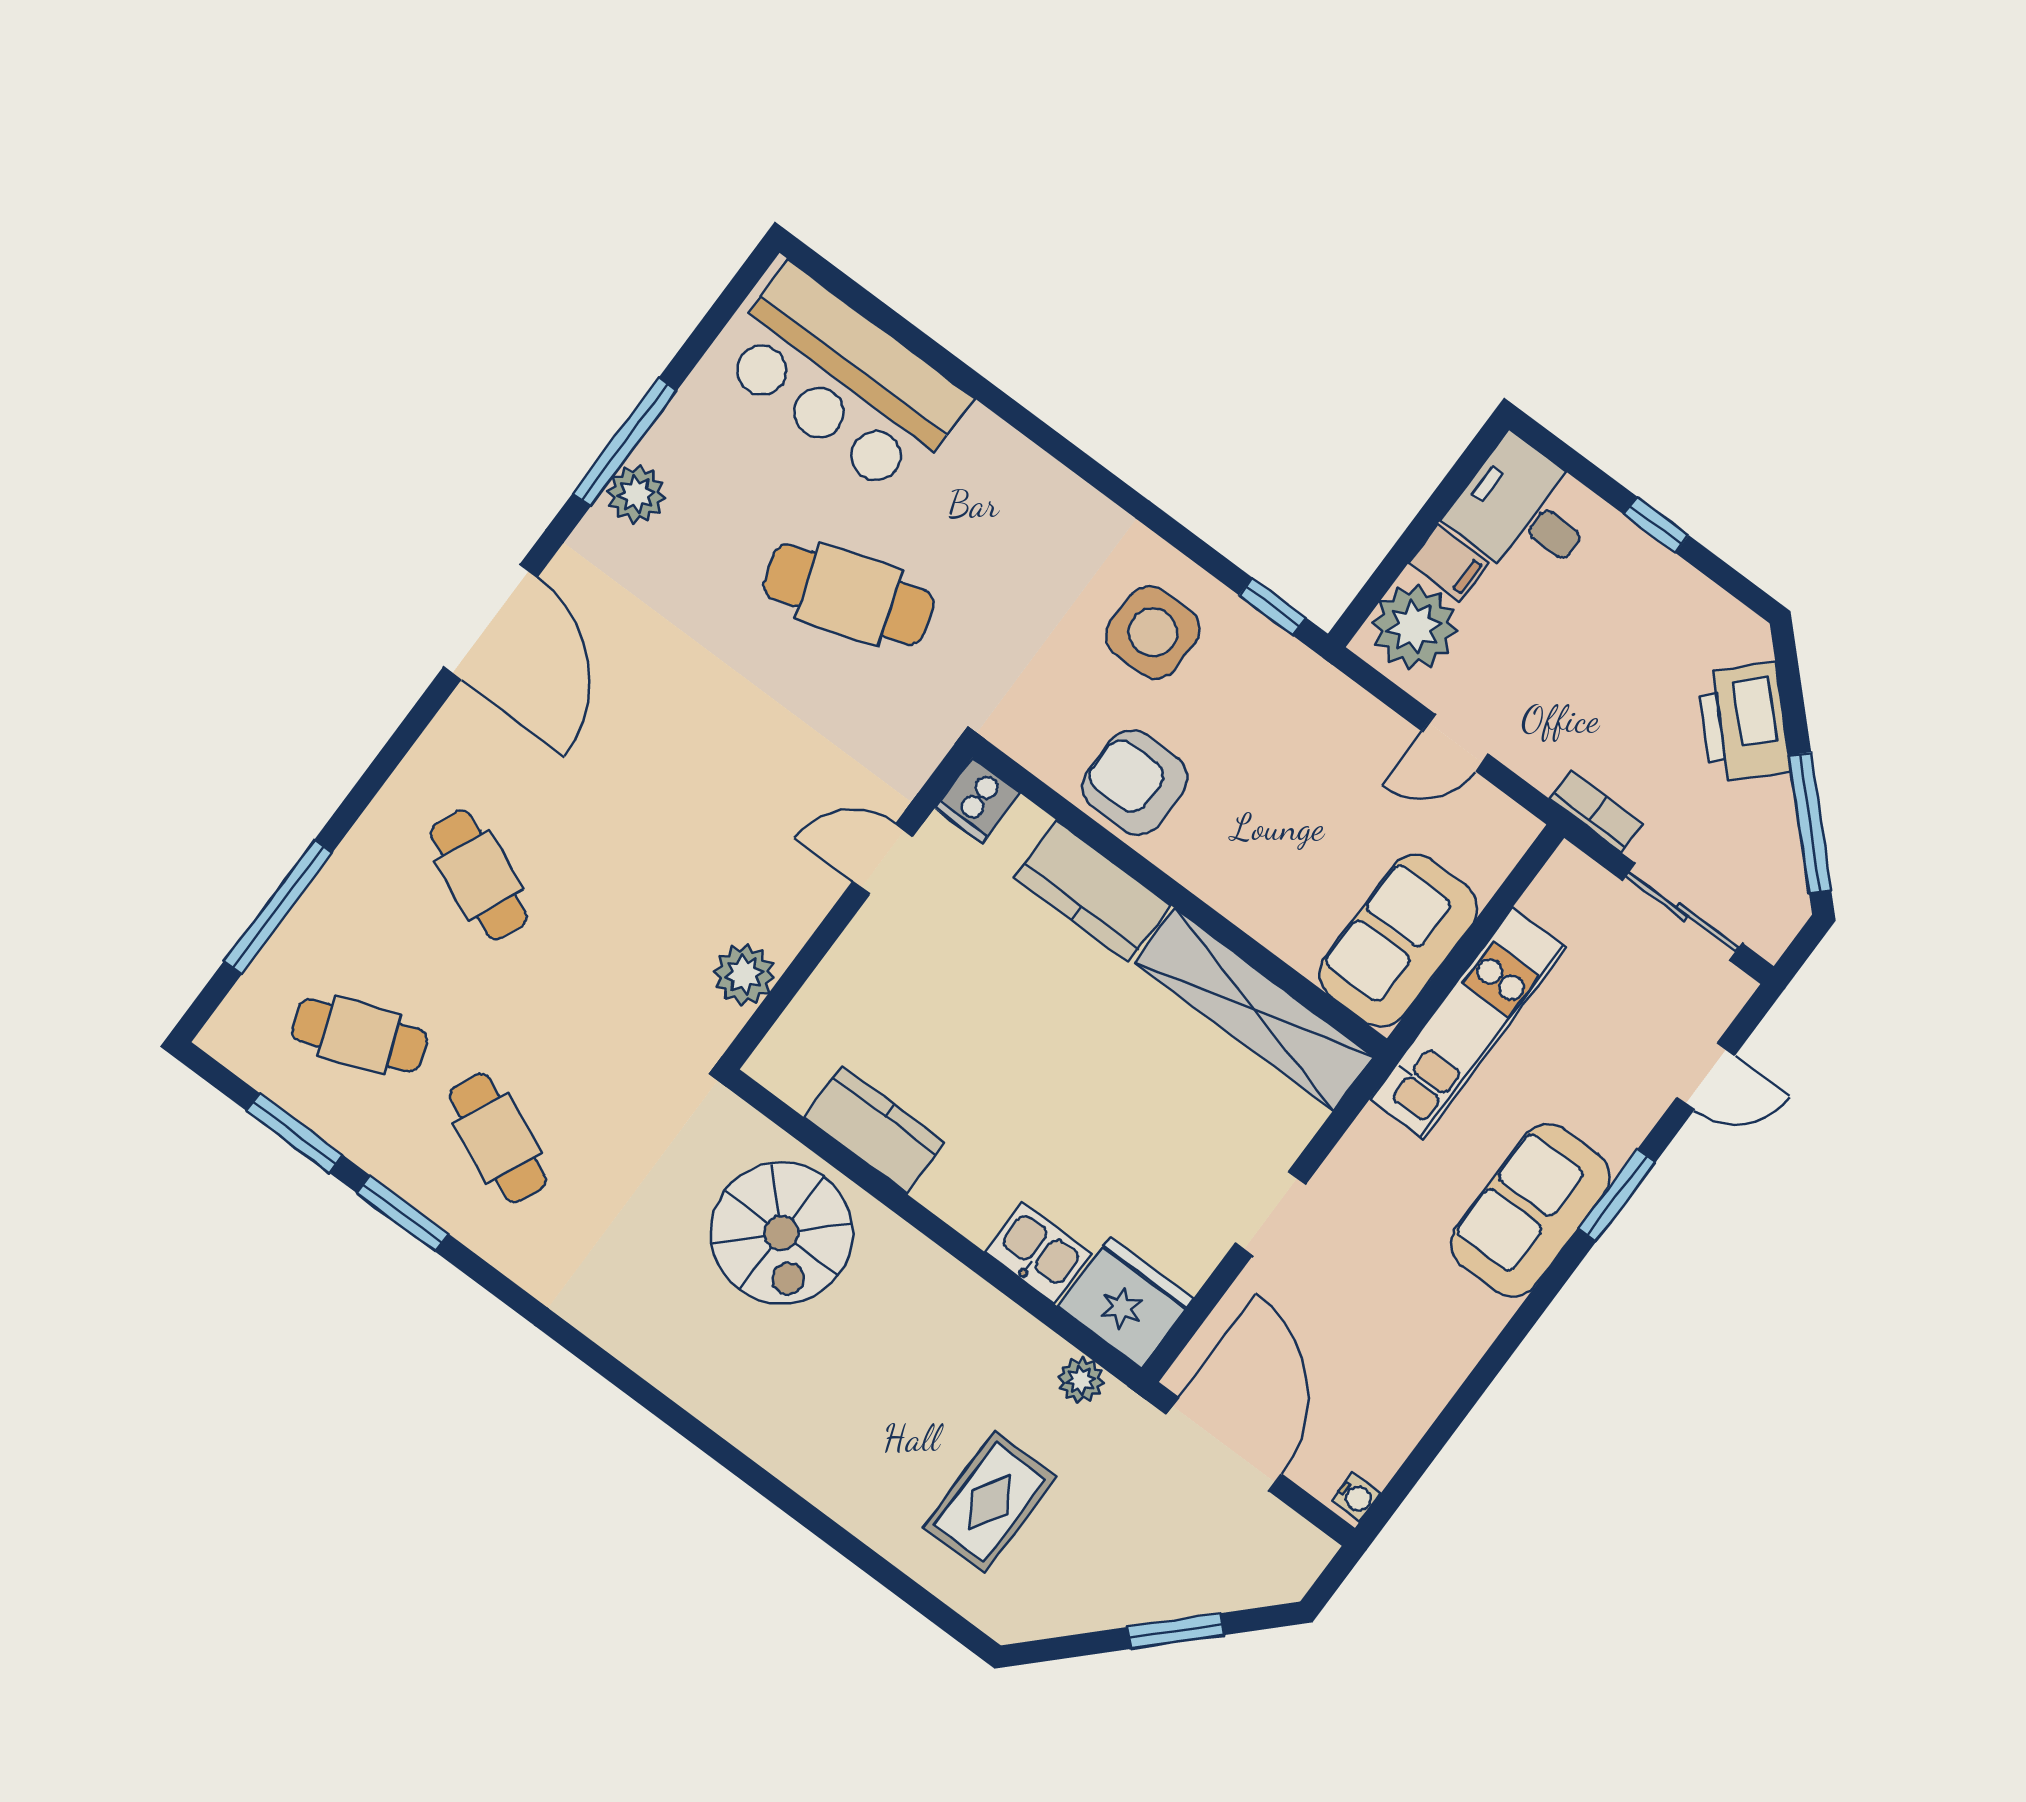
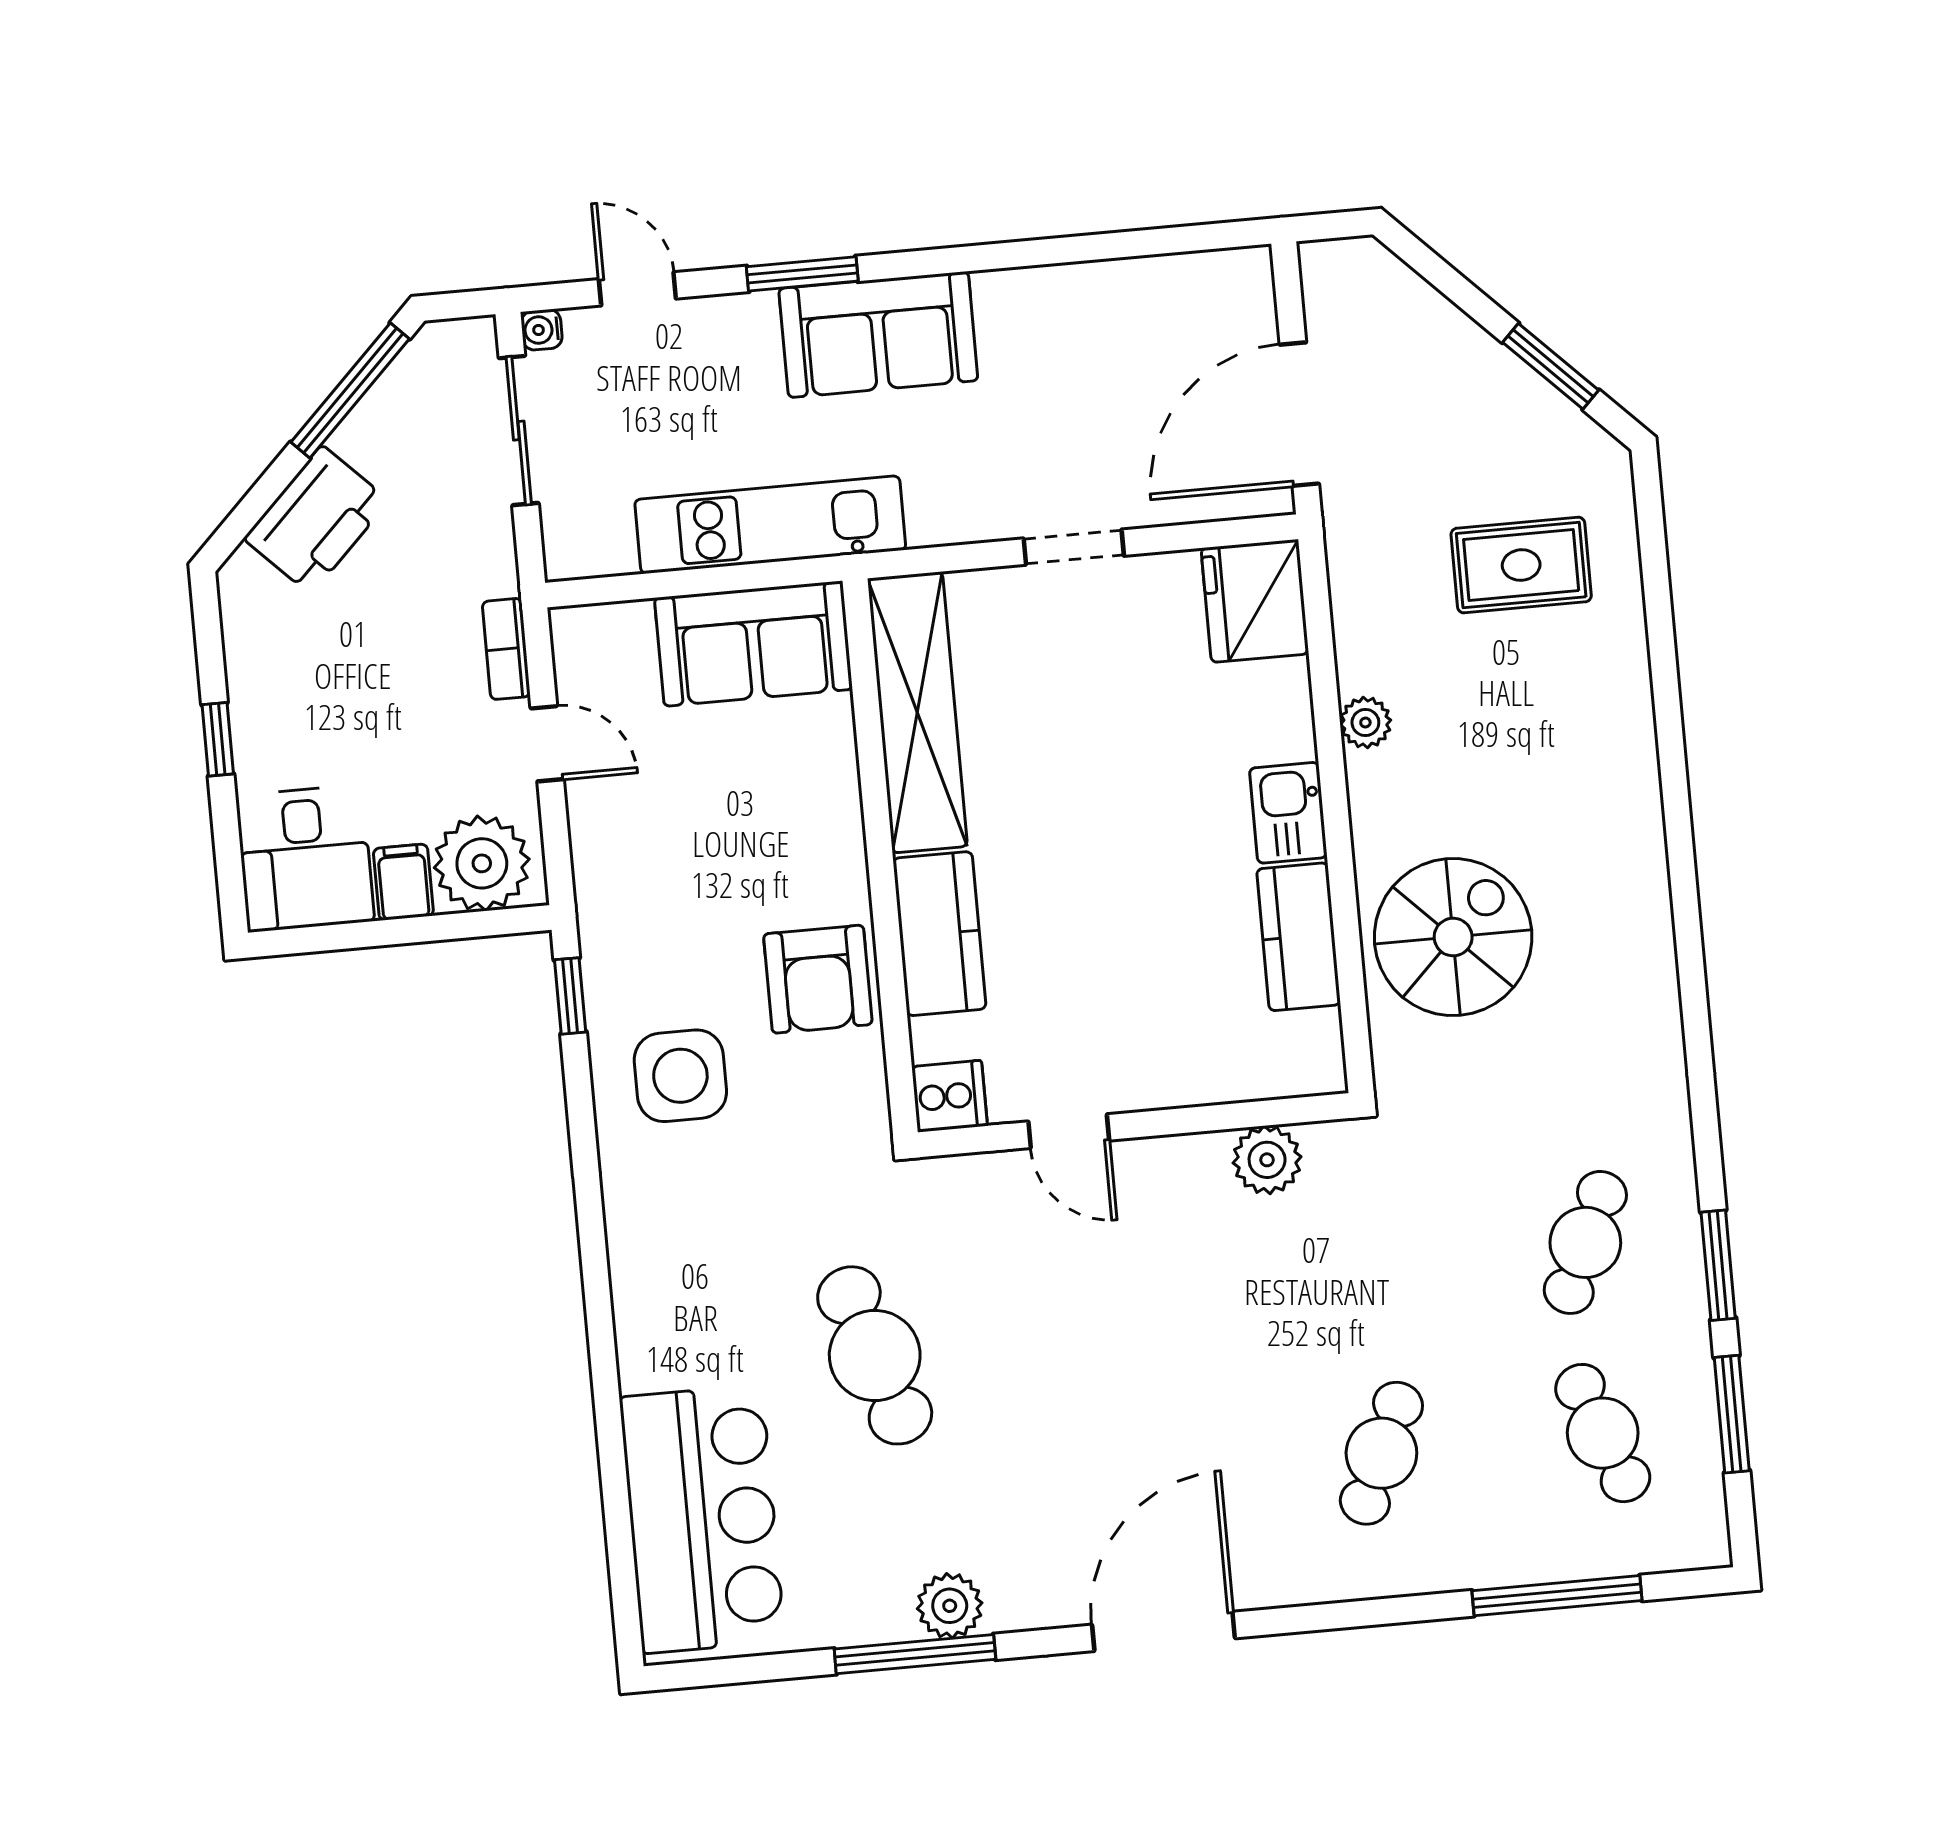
bookcase: (1596, 812) -> (506, 649), moved
kitchen sink: (1038, 1253) -> (1288, 813), moved
plant: (1081, 1380) -> (1365, 722), moved
water cooler: (1356, 1497) -> (542, 330), moved, turned -90
window: (1176, 1631) -> (1551, 366), moved

